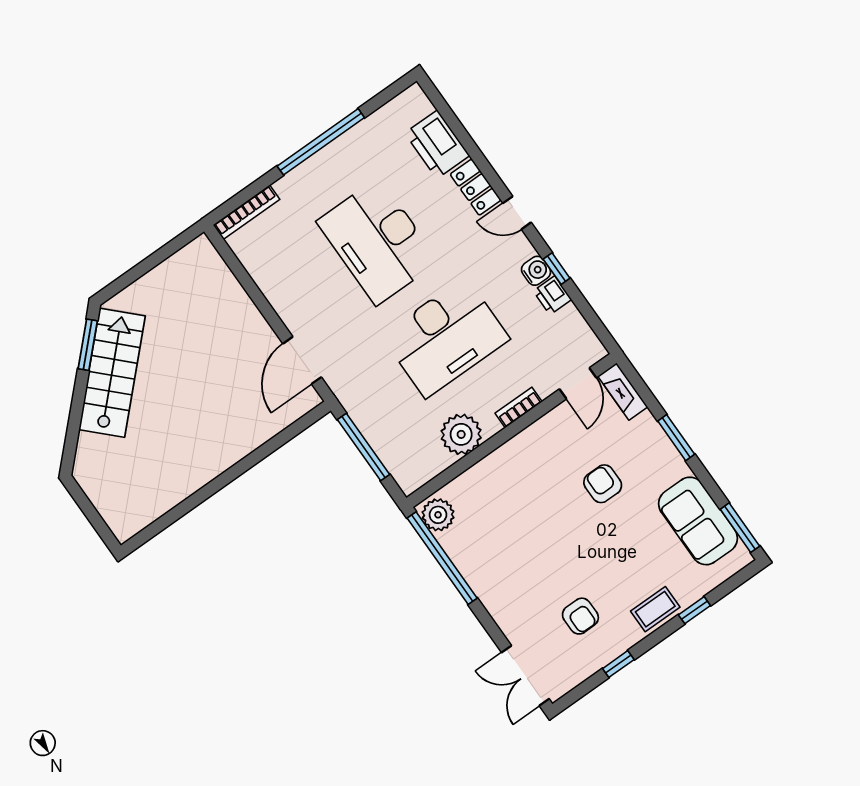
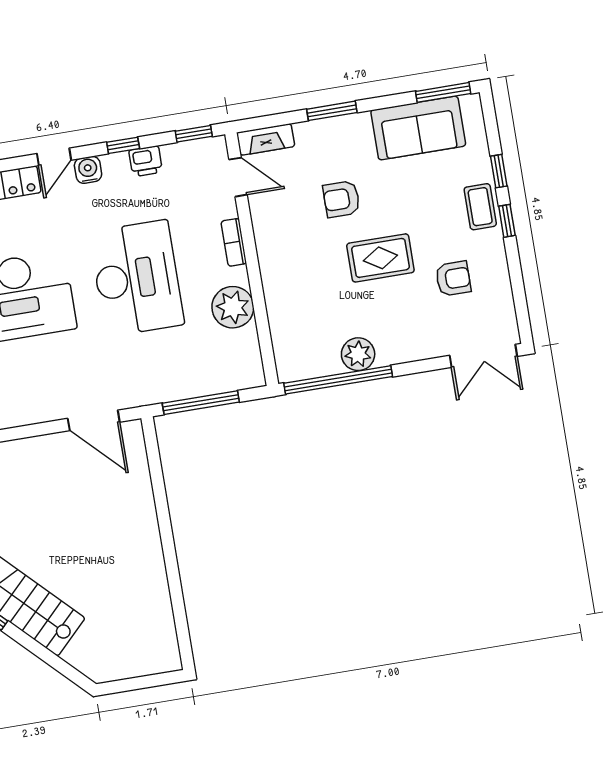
water cooler: (536, 271) -> (88, 170), moved
window: (597, 326) -> (194, 134), added
plant: (438, 515) -> (358, 354), moved
rug: (568, 543) -> (380, 258), added
window: (618, 664) -> (507, 221), moved

